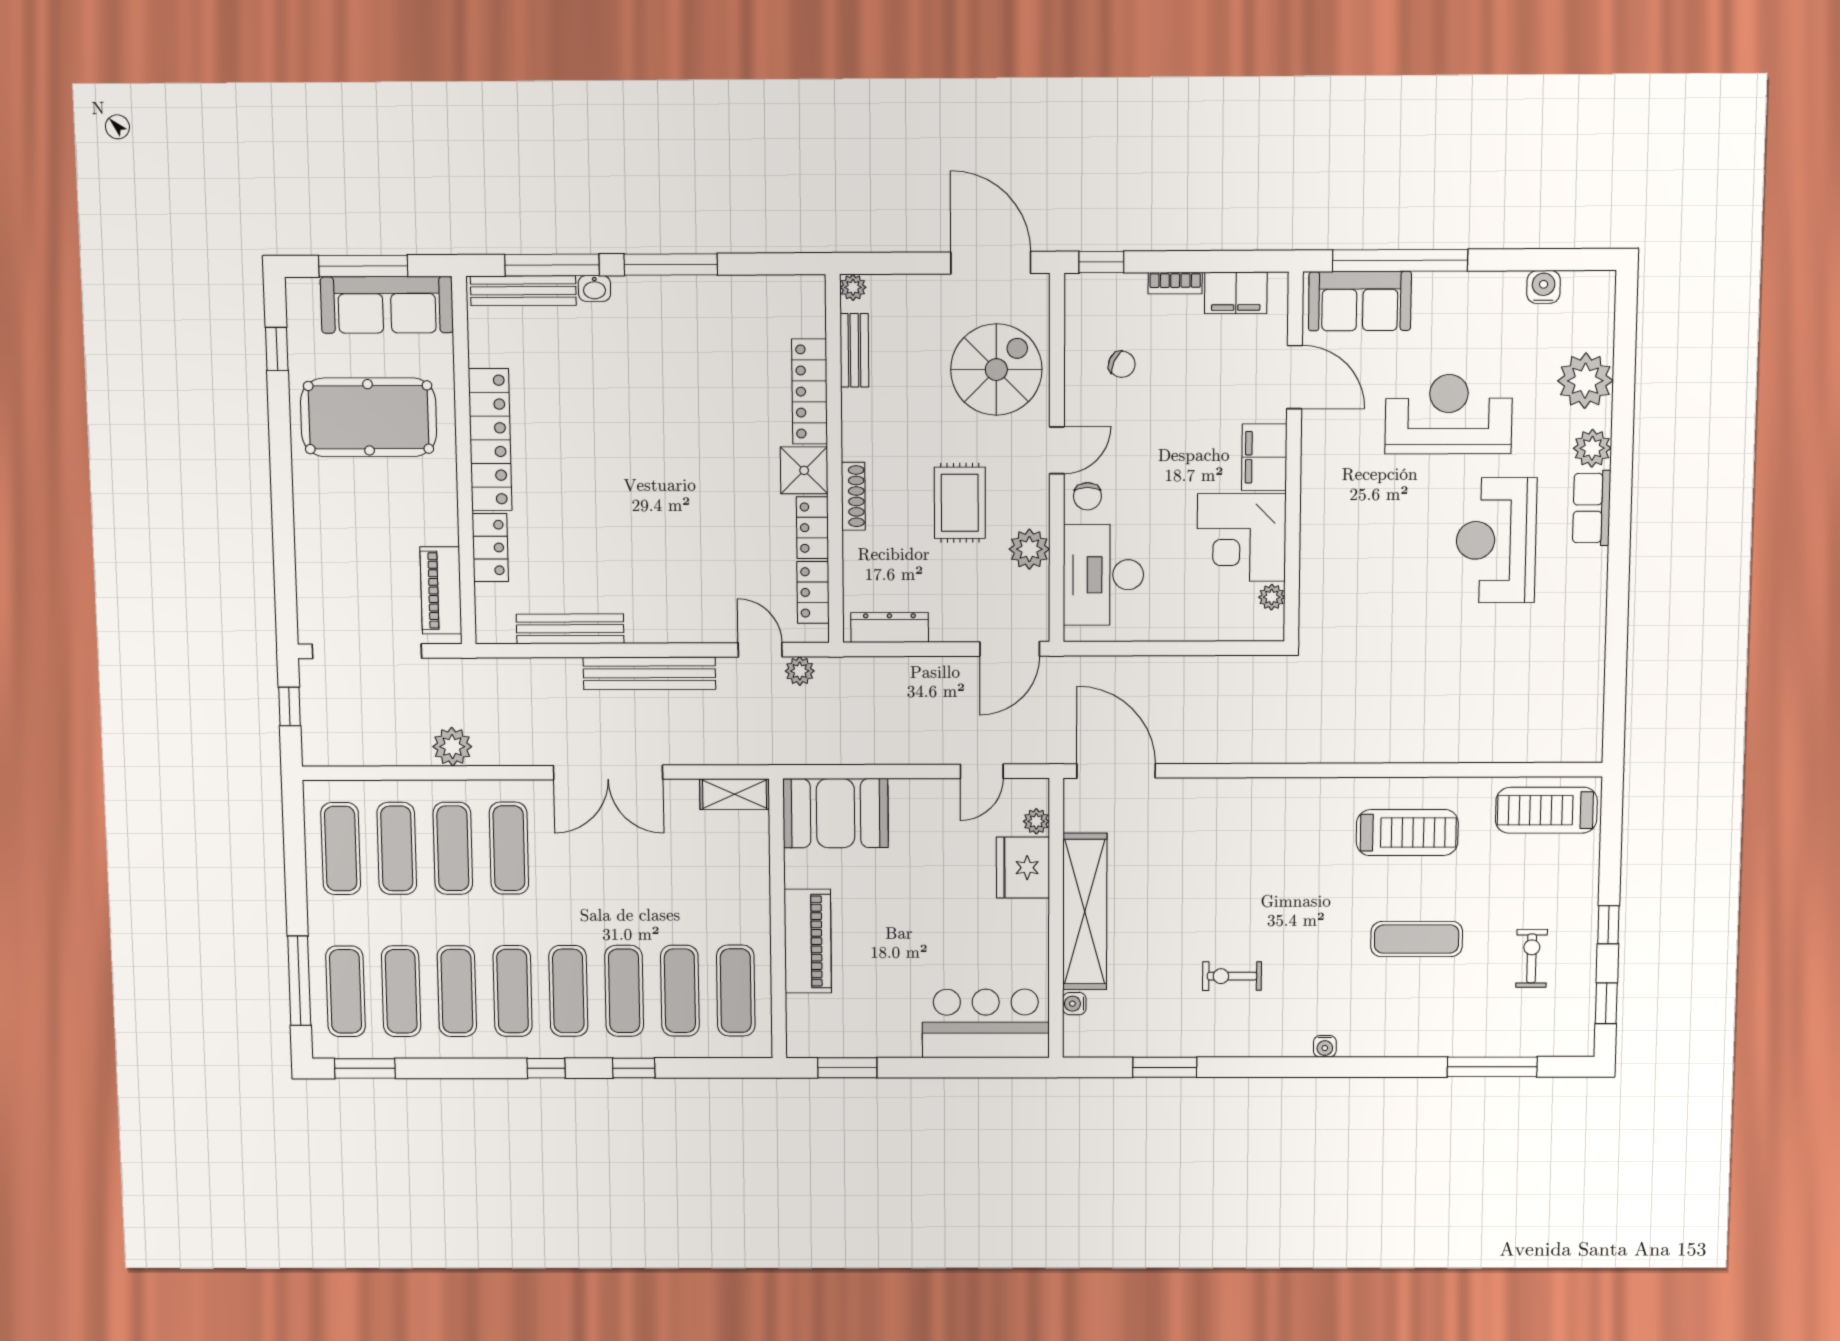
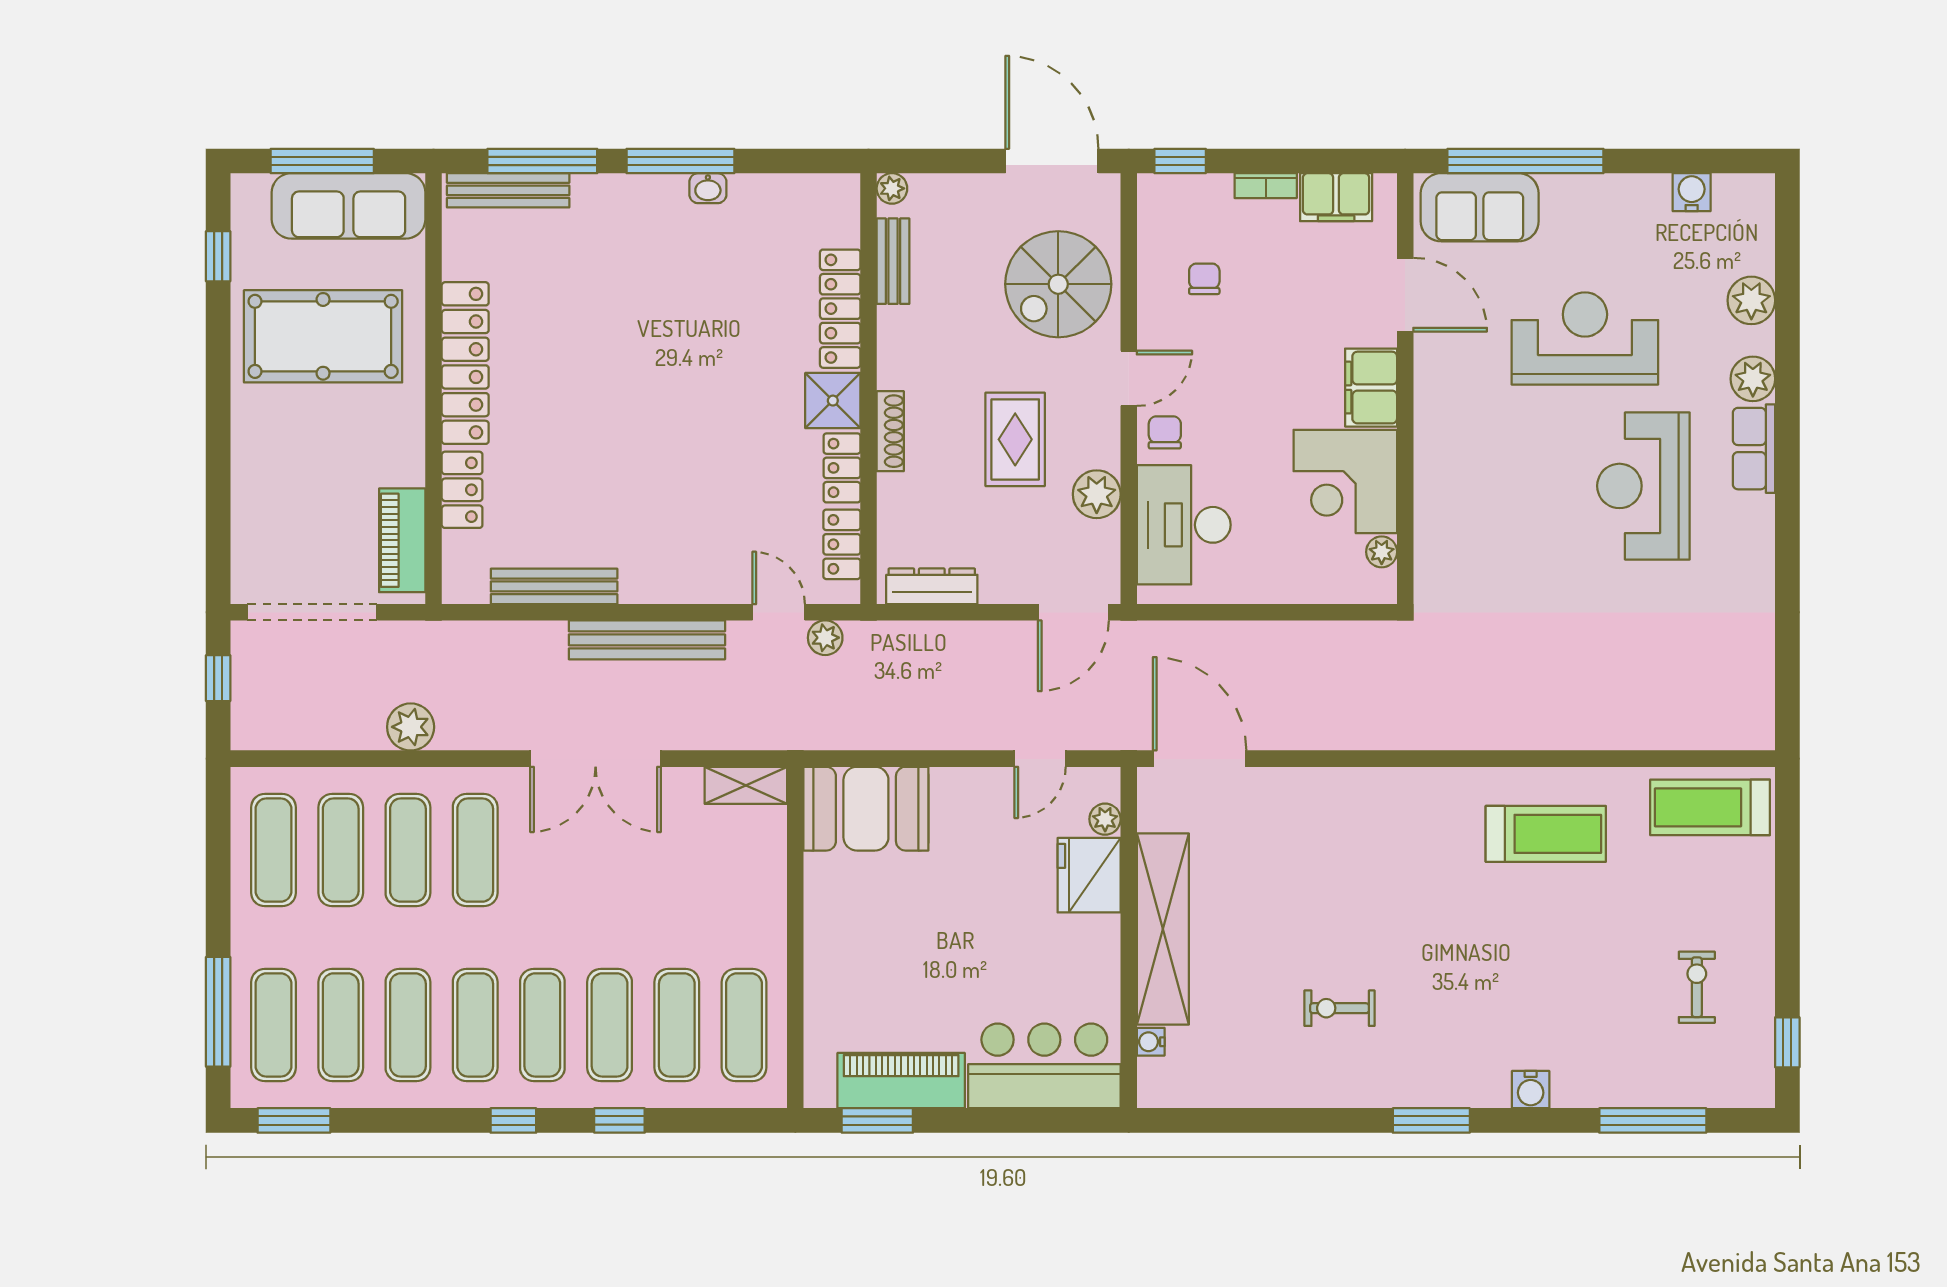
washbasin: (594, 288) -> (708, 188), moved
chair: (1122, 364) -> (1204, 279), turned -115
spiral stairs: (996, 370) -> (1058, 284), turned 180
plant: (1585, 381) -> (1751, 300), width x0.73, depth x0.73
chair: (1087, 496) -> (1165, 432), turned 180
window: (1608, 925) -> (1787, 946), removed
exercise mat: (1417, 939) -> (1559, 963), removed
piano: (808, 941) -> (901, 1081), moved, turned -90
water cooler: (1325, 1046) -> (1531, 1090), moved, width x1.38, depth x1.38
window: (1165, 1067) -> (1431, 1120), moved

